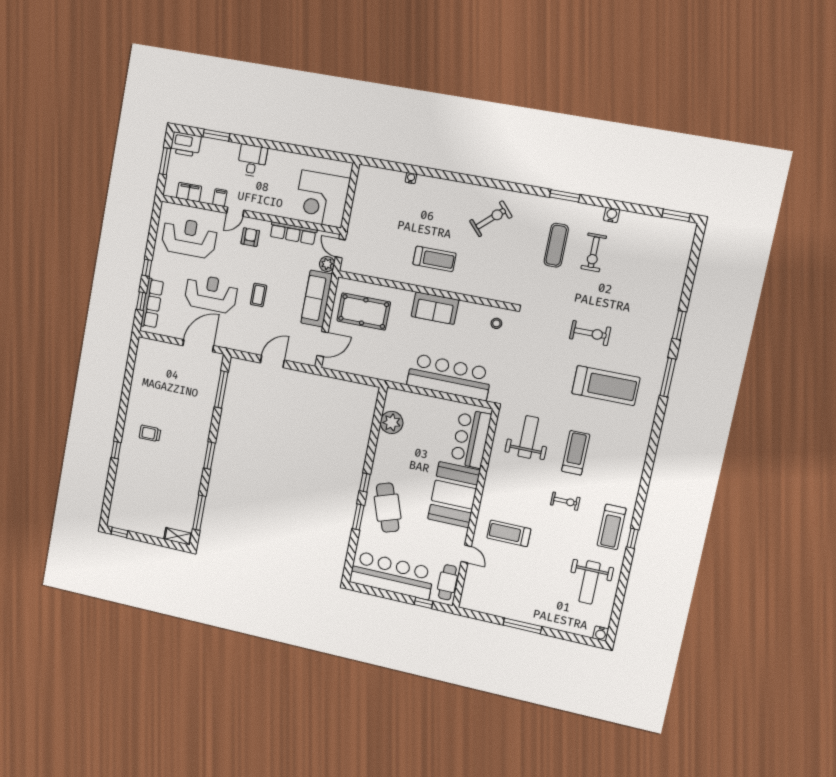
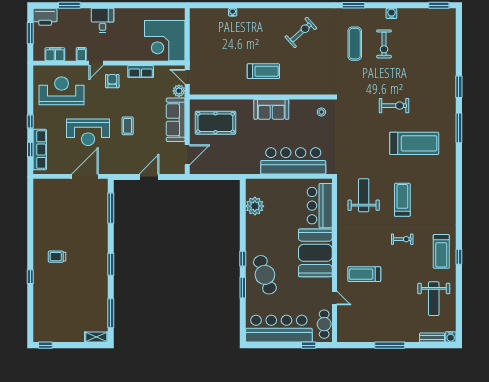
row of seats: (293, 233) -> (141, 72), width x0.68
reception desk: (211, 294) -> (88, 132), turned 180
bench: (577, 629) -> (432, 338), added

